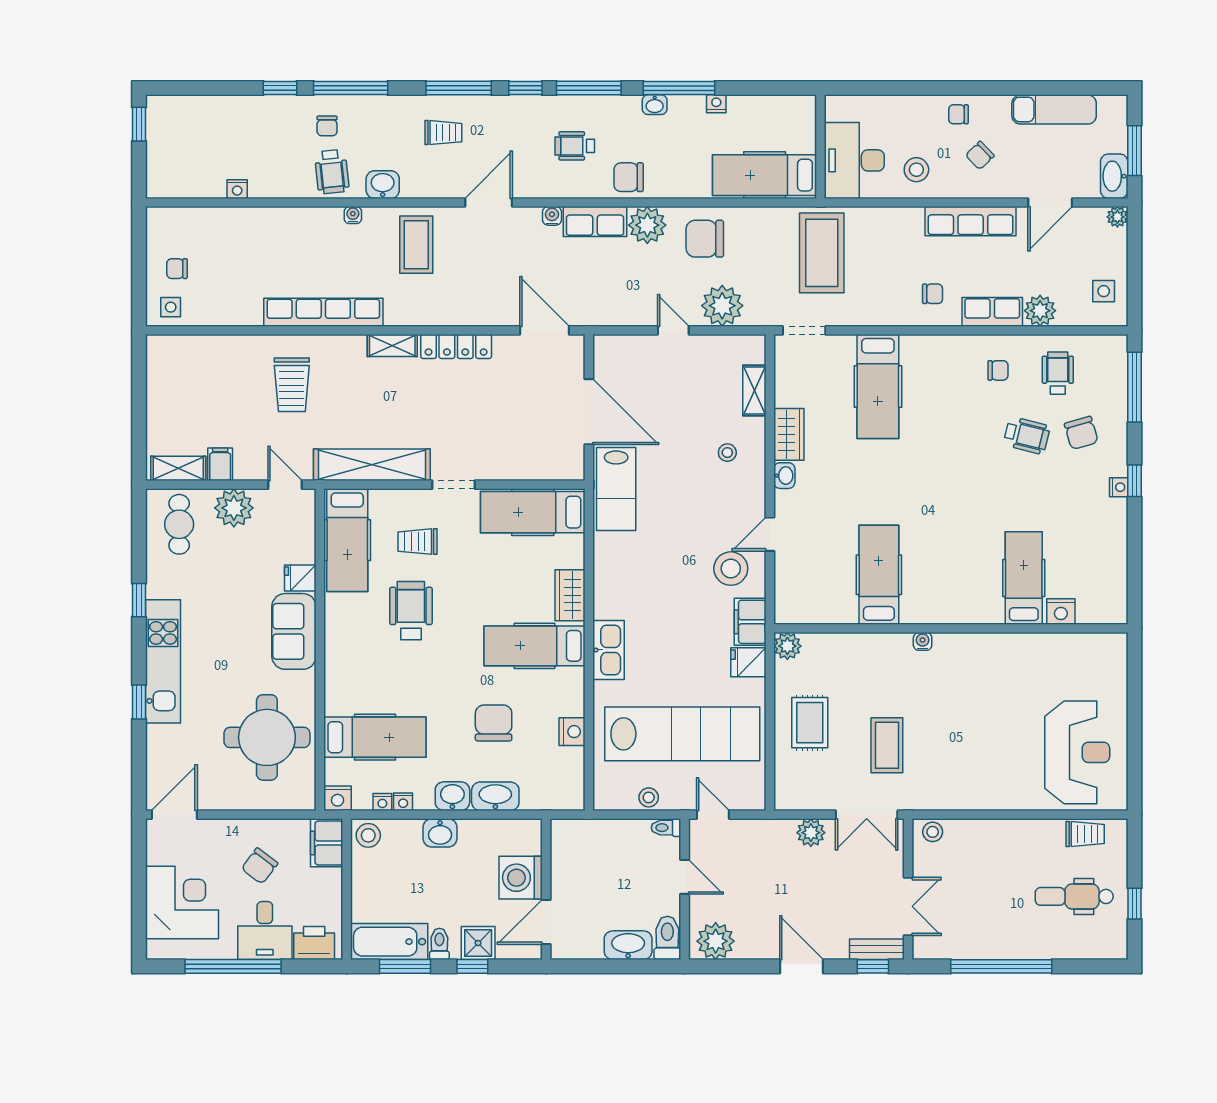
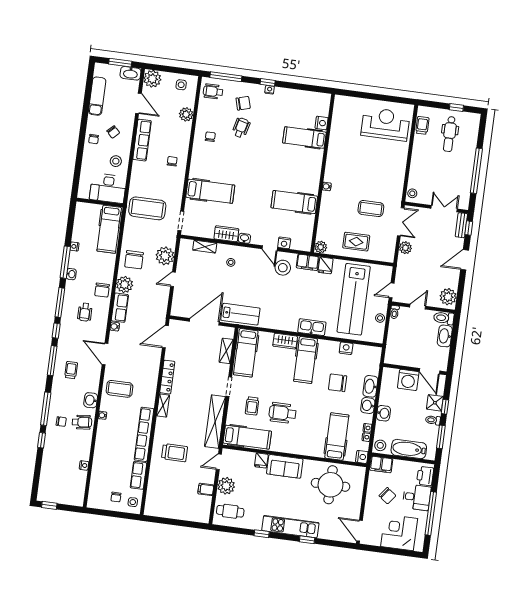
plant: (1117, 217) -> (152, 79), width x1.87, depth x1.87
row of seats: (992, 312) -> (138, 475), moved
wheelchair: (1058, 373) -> (213, 91), moved
shelving: (178, 468) -> (226, 351), moved
nightstand: (786, 564) -> (284, 243), added
lab bench: (682, 734) -> (354, 299), turned 180
bathtub: (389, 942) -> (409, 449), moved, turned 90

